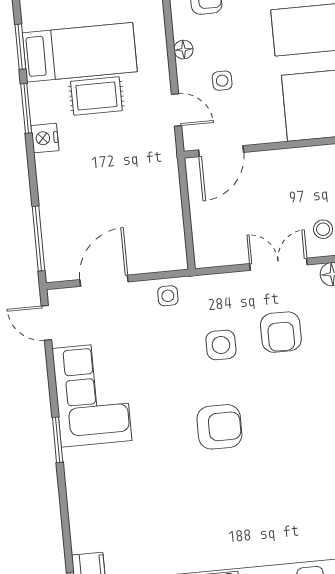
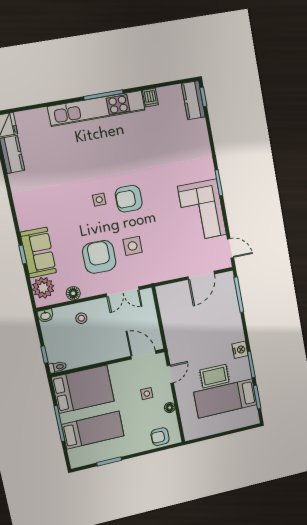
door: (176, 110) -> (170, 374), swing flipped
door: (221, 151) -> (143, 355), hinge flipped
double door: (278, 264) -> (123, 292), moved
side table: (168, 296) -> (99, 200), moved
armchair: (281, 332) -> (99, 257), width x1.36, depth x1.36

